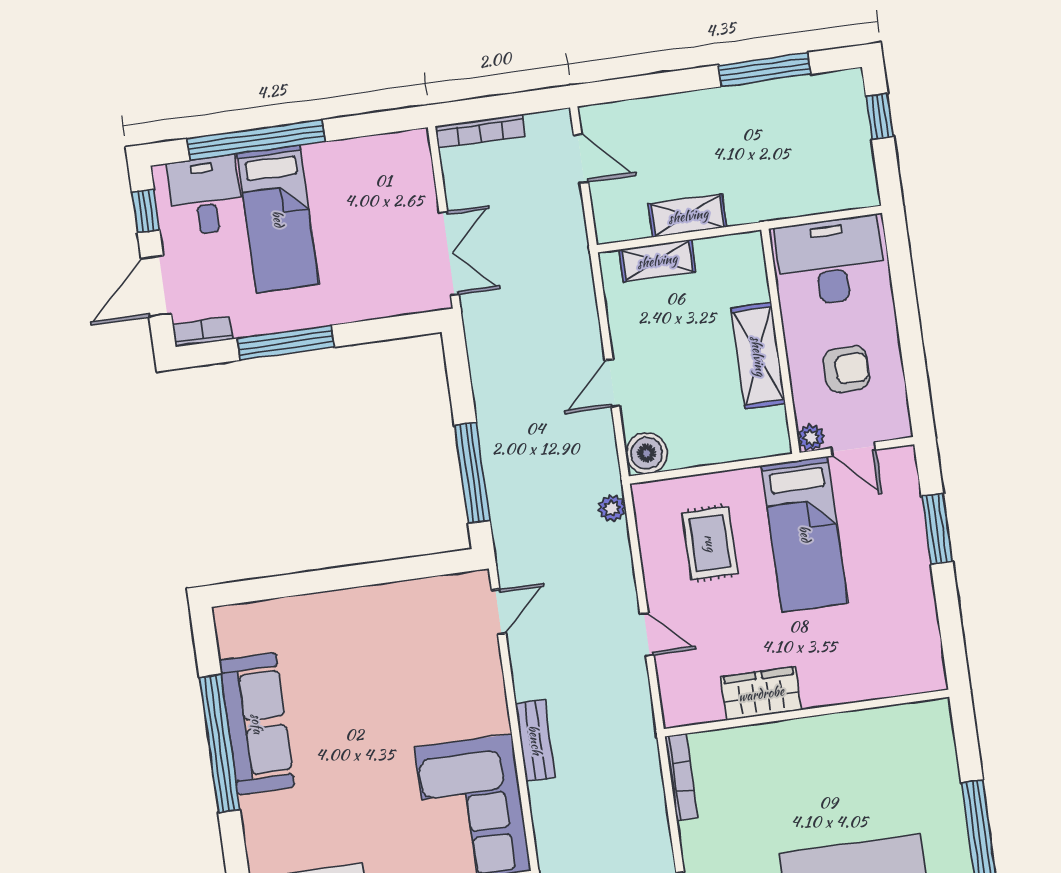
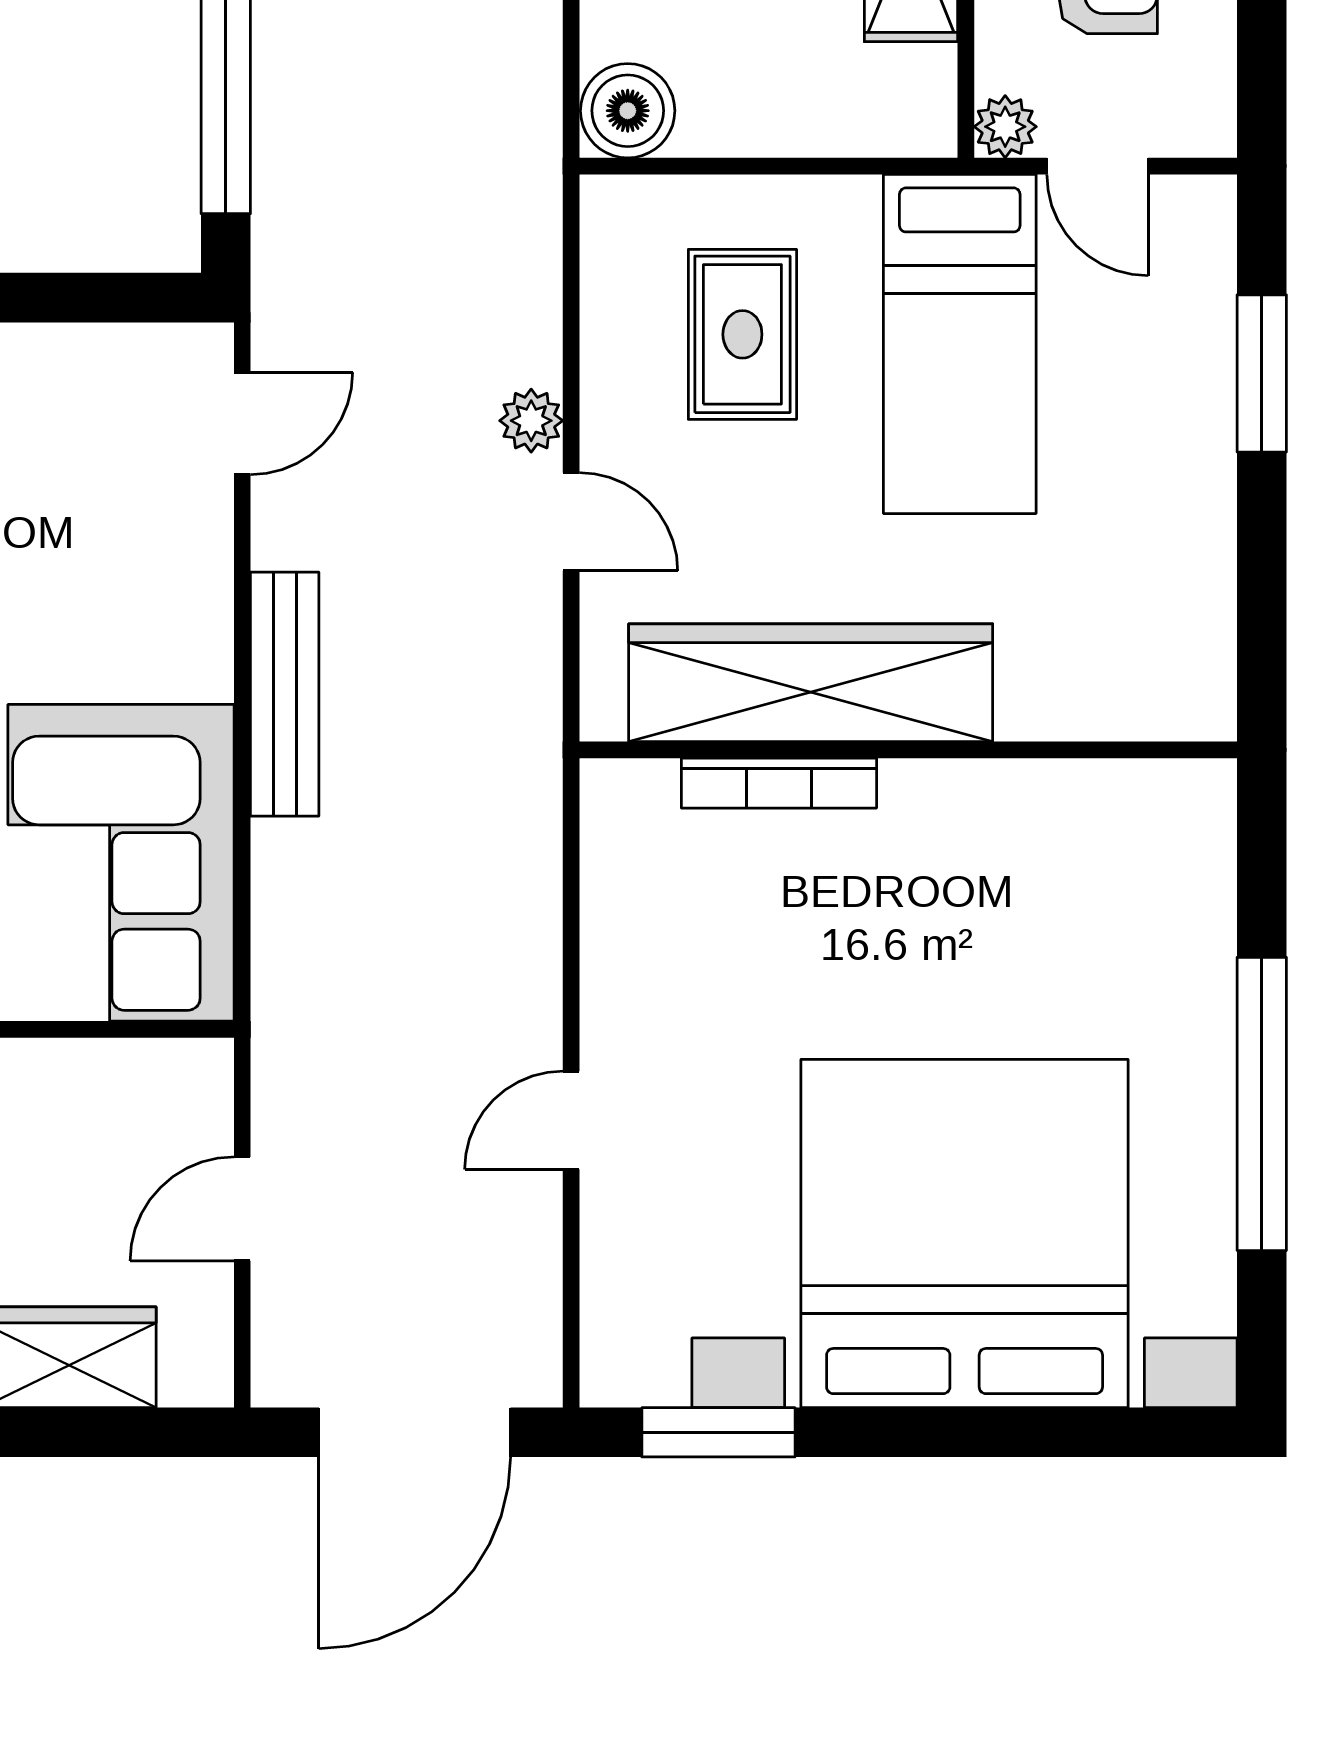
plant: (612, 508) -> (531, 421), moved
wardrobe: (761, 694) -> (811, 683), width x2.10, depth x1.17
bench: (535, 740) -> (285, 694), width x1.36
bookcase: (681, 777) -> (779, 783), moved, turned 90

